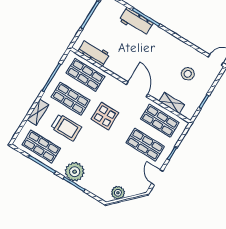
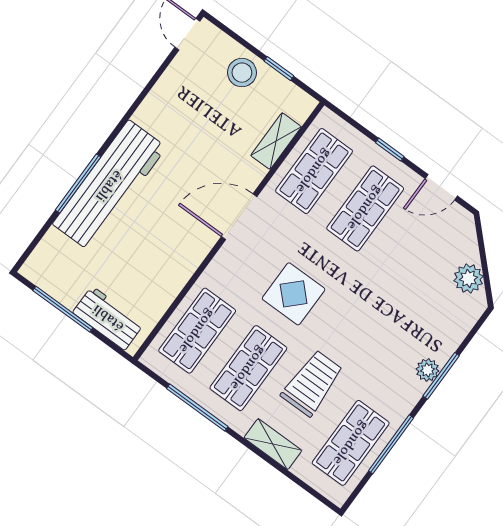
workbench: (136, 22) -> (109, 186), width x1.88, depth x1.32
workbench: (94, 53) -> (108, 318), moved, turned 90
stool: (188, 74) -> (242, 73), moved
plant: (75, 172) -> (428, 370), width x0.53, depth x0.53

